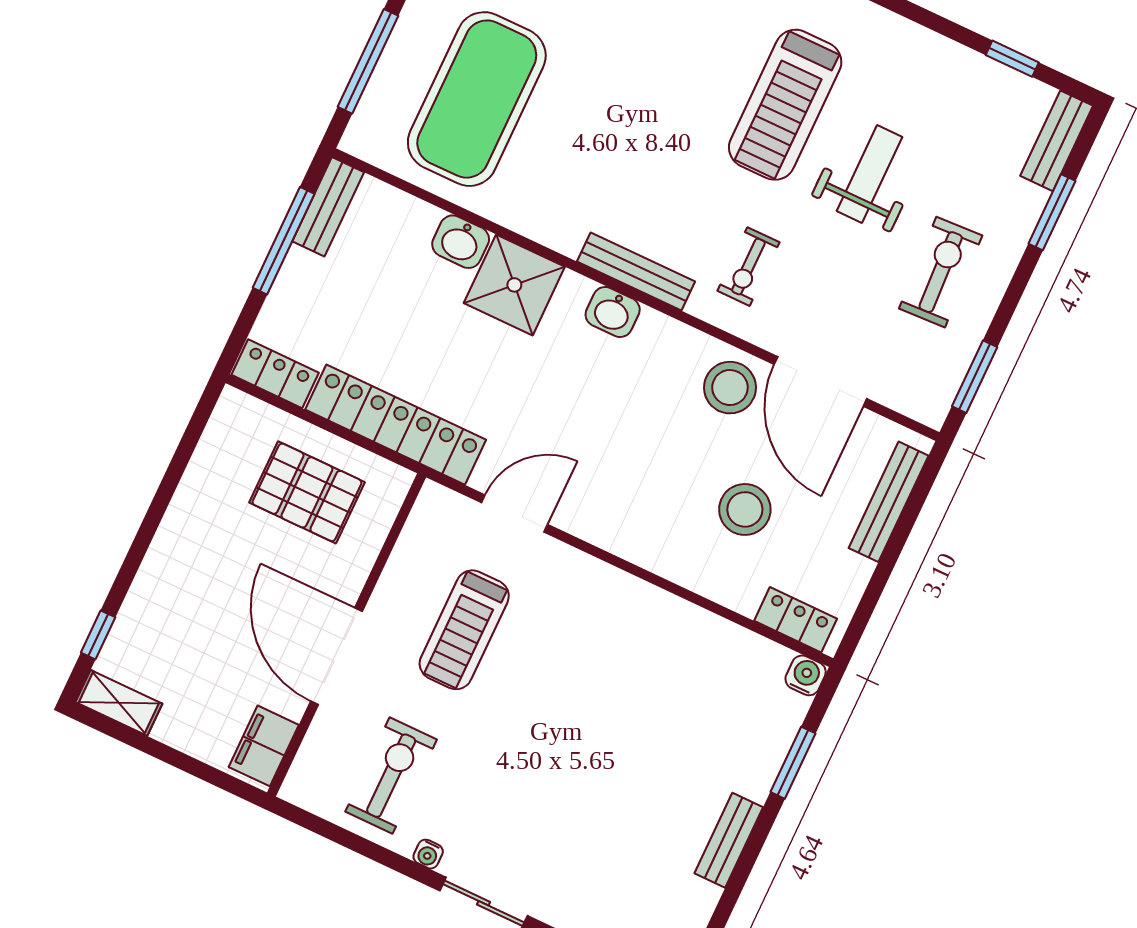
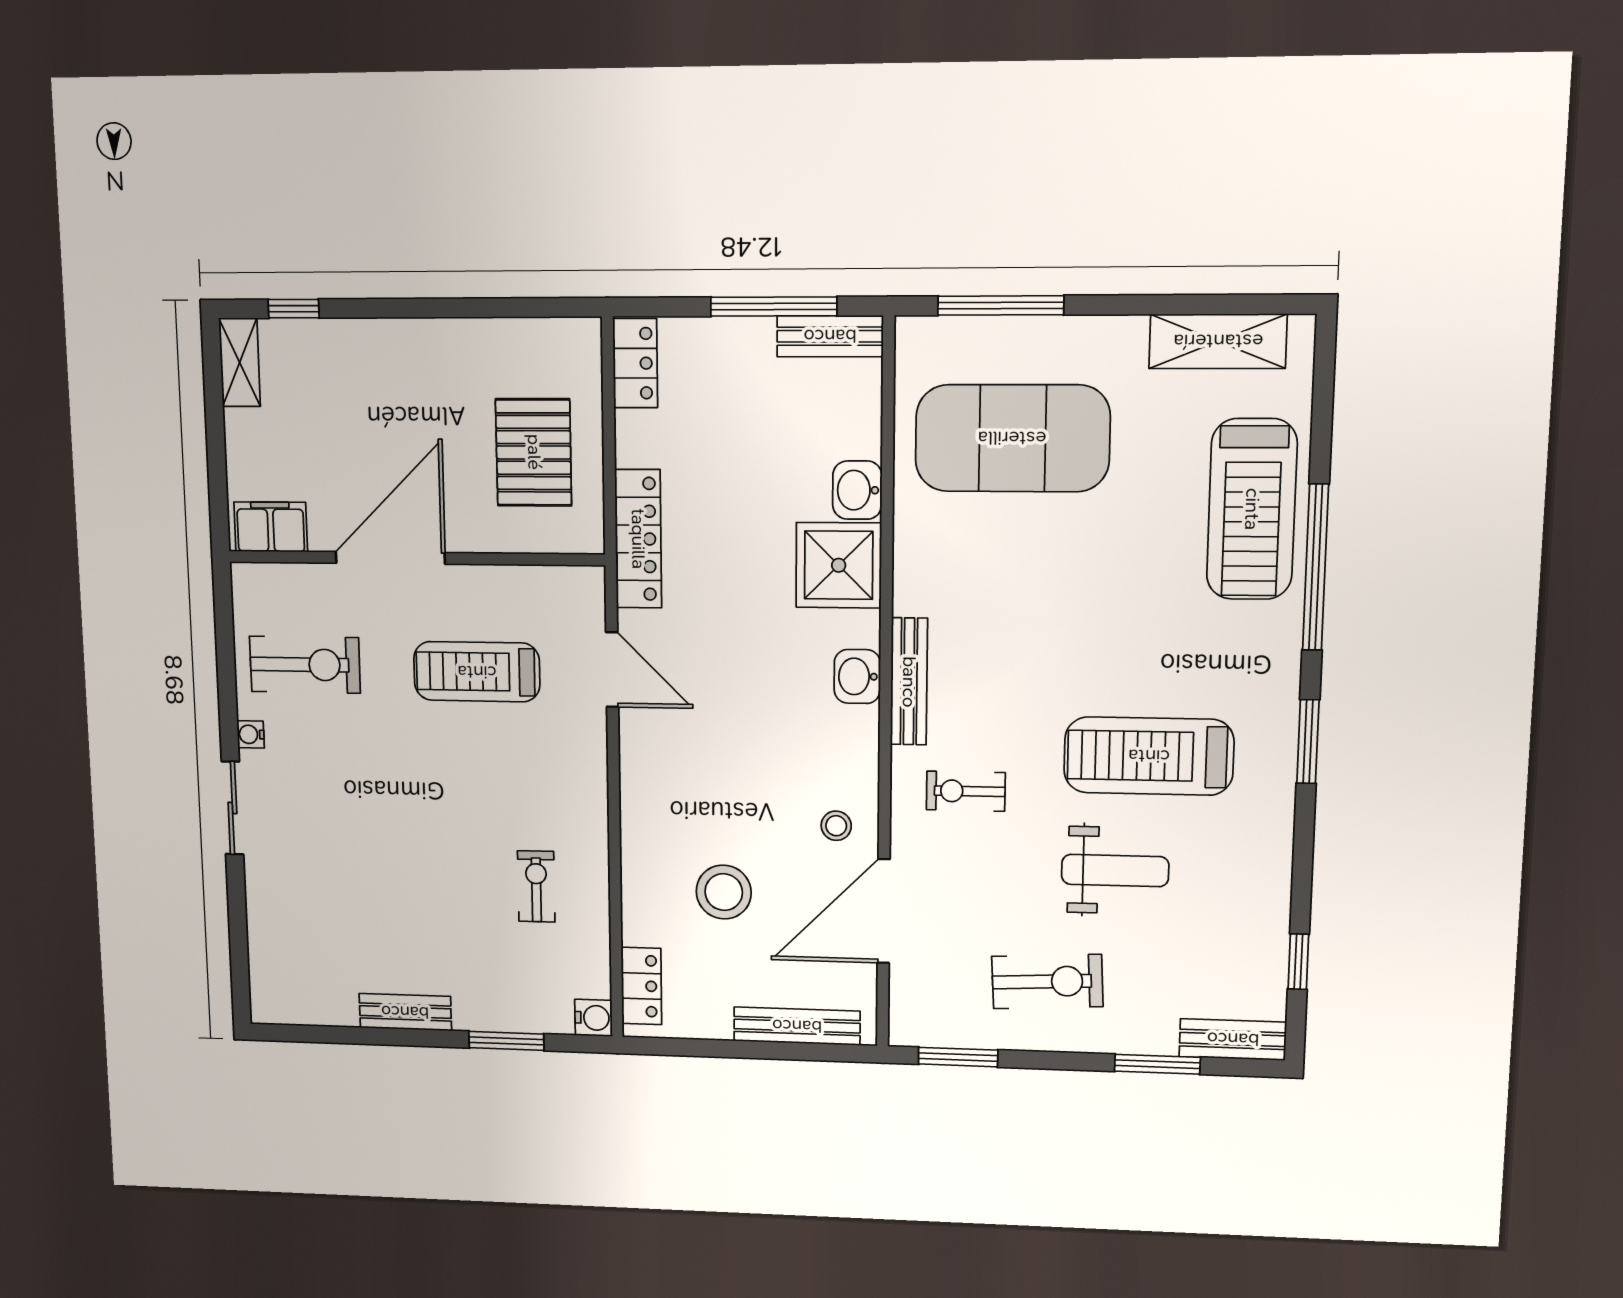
stool: (730, 388) -> (836, 826), width x0.53, depth x0.53
locker: (396, 425) -> (638, 539), width x0.71, depth x0.83
exercise bike: (669, 669) -> (536, 886), added

